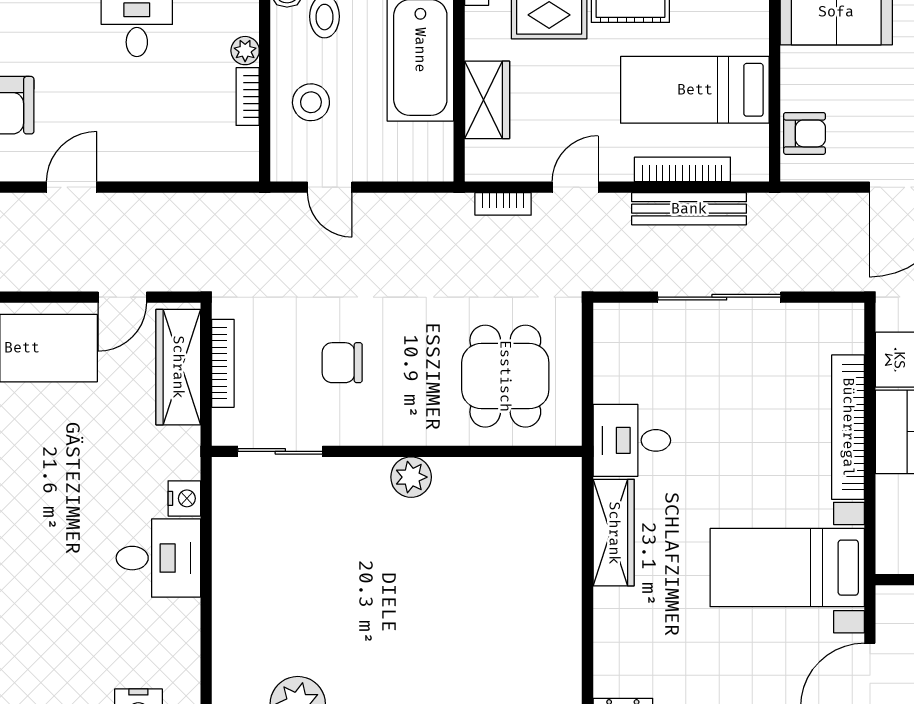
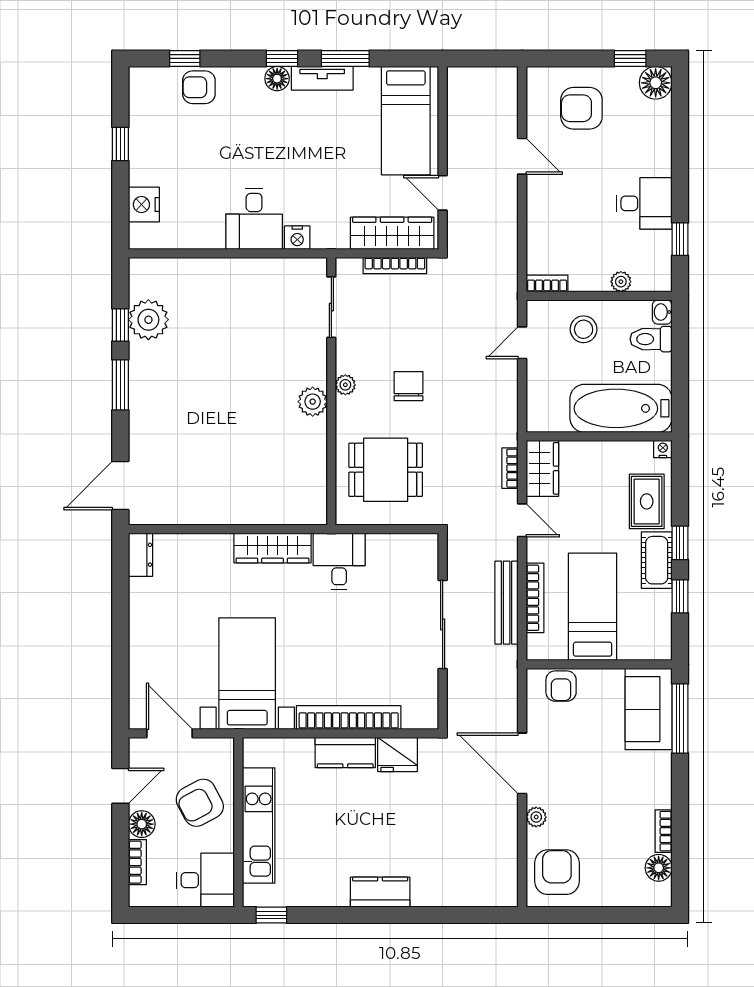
bookcase: (248, 97) -> (547, 283), moved
wardrobe: (487, 100) -> (542, 468), moved, turned -90
chair: (342, 363) -> (408, 386), moved
plant: (388, 432) -> (345, 385), added

